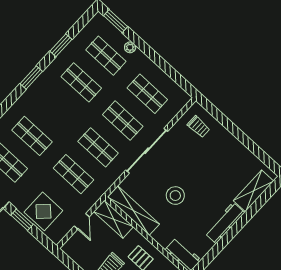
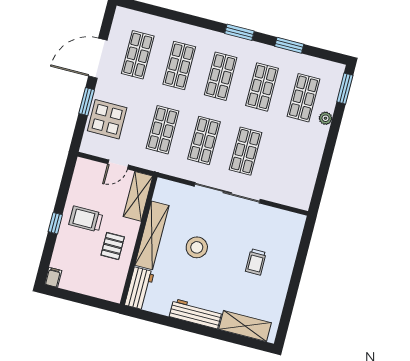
shop shelf: (147, 94) -> (221, 76), moved
trolley: (199, 127) -> (256, 262), moved
shelving: (133, 211) -> (152, 235), moved

